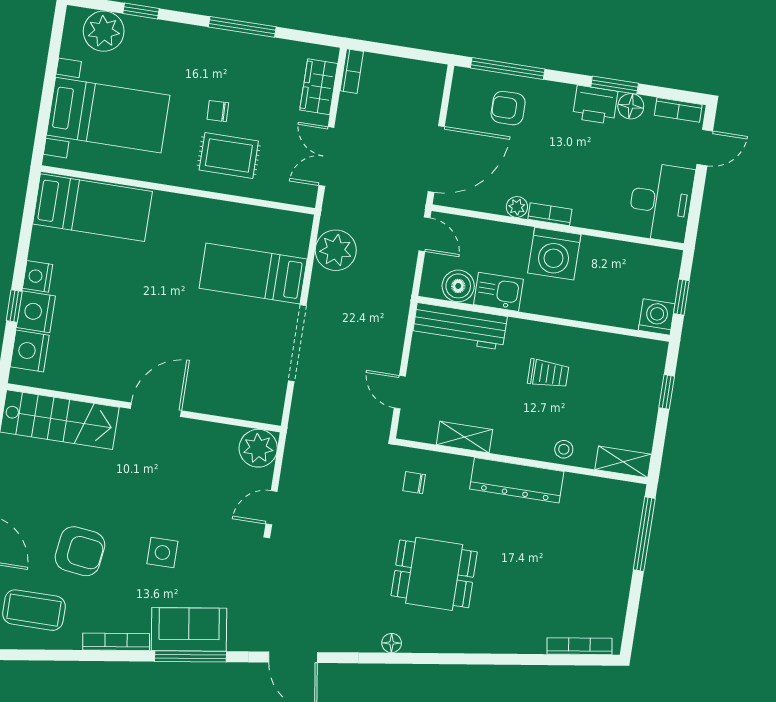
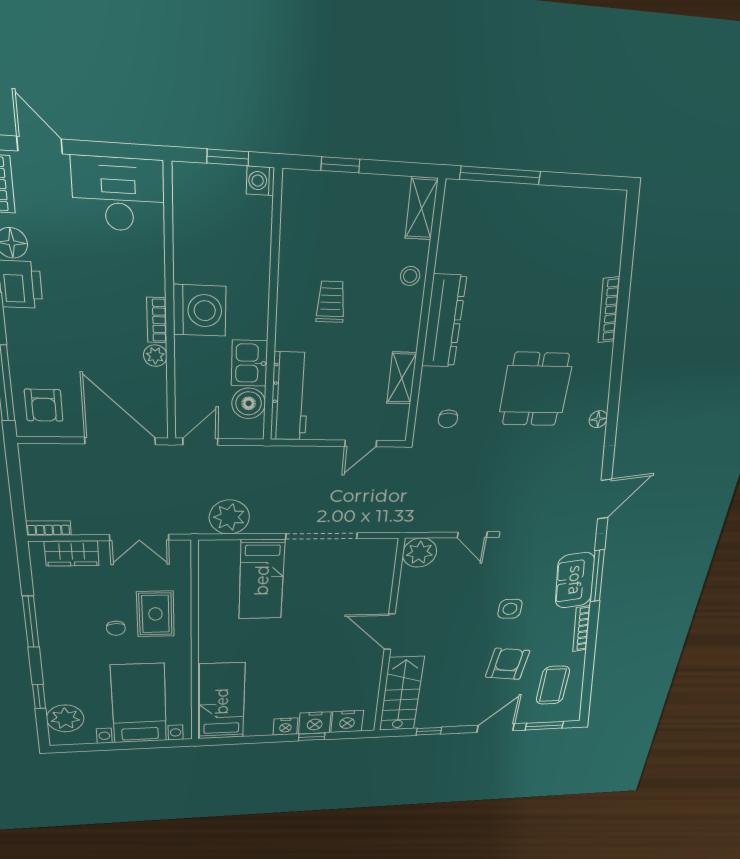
armchair: (508, 108) -> (44, 405), moved
washing machine: (657, 317) -> (260, 181), width x0.73, depth x0.73
bookcase: (580, 646) -> (609, 310), moved

